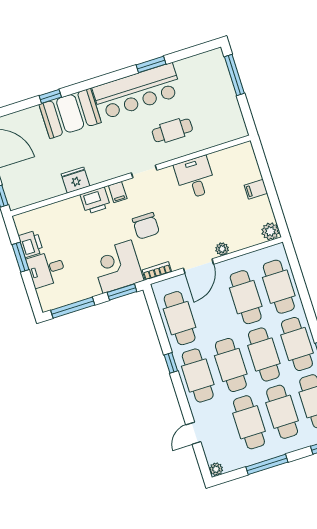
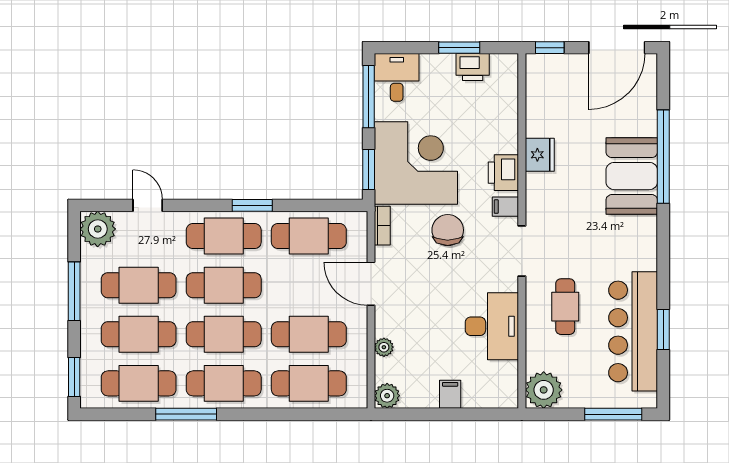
window: (151, 64) -> (663, 330), moved
bar counter: (137, 91) -> (633, 331), moved
window: (50, 96) -> (663, 157), width x3.17
plant: (233, 127) -> (544, 390), added
doorway: (144, 171) -> (522, 251), width x1.38
desk: (195, 178) -> (492, 326), width x1.37
chair: (146, 226) -> (448, 230), turned 90
plant: (222, 249) -> (384, 347), moved
corner desk: (117, 267) -> (416, 163), width x1.36, depth x1.36
desk: (46, 269) -> (397, 77), moved
window: (171, 363) -> (252, 205), width x1.50
plant: (216, 469) -> (98, 229), width x1.87, depth x1.87

